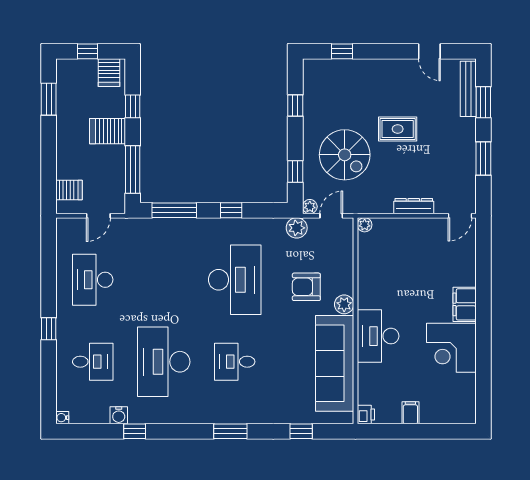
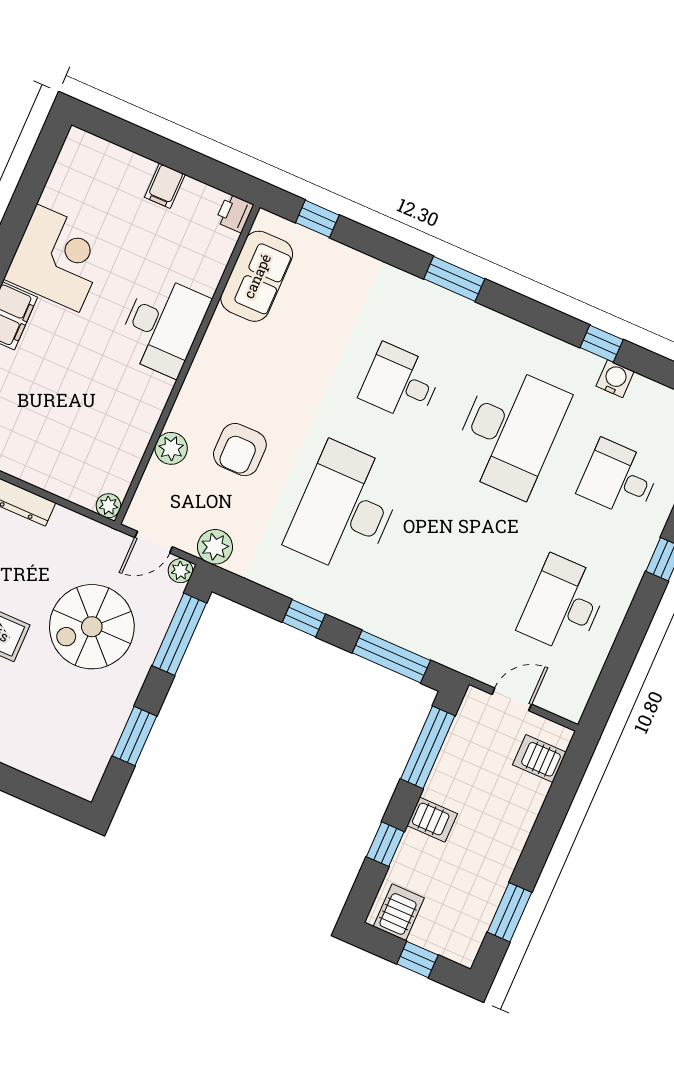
window: (342, 51) -> (26, 788), removed
window: (295, 105) -> (135, 736), width x1.50
server rack: (107, 131) -> (432, 820), width x0.73, depth x0.70
spiral stairs: (345, 155) -> (92, 627), turned -90
window: (295, 172) -> (179, 634), width x2.17
desk: (93, 280) -> (564, 605), turned 180
armchair: (306, 287) -> (240, 450), turned 90
plant: (344, 304) -> (171, 448), moved
desk: (235, 362) -> (401, 383), turned 180
sofa: (335, 363) -> (257, 276), width x0.54, depth x0.79
window: (301, 431) -> (317, 219), moved

